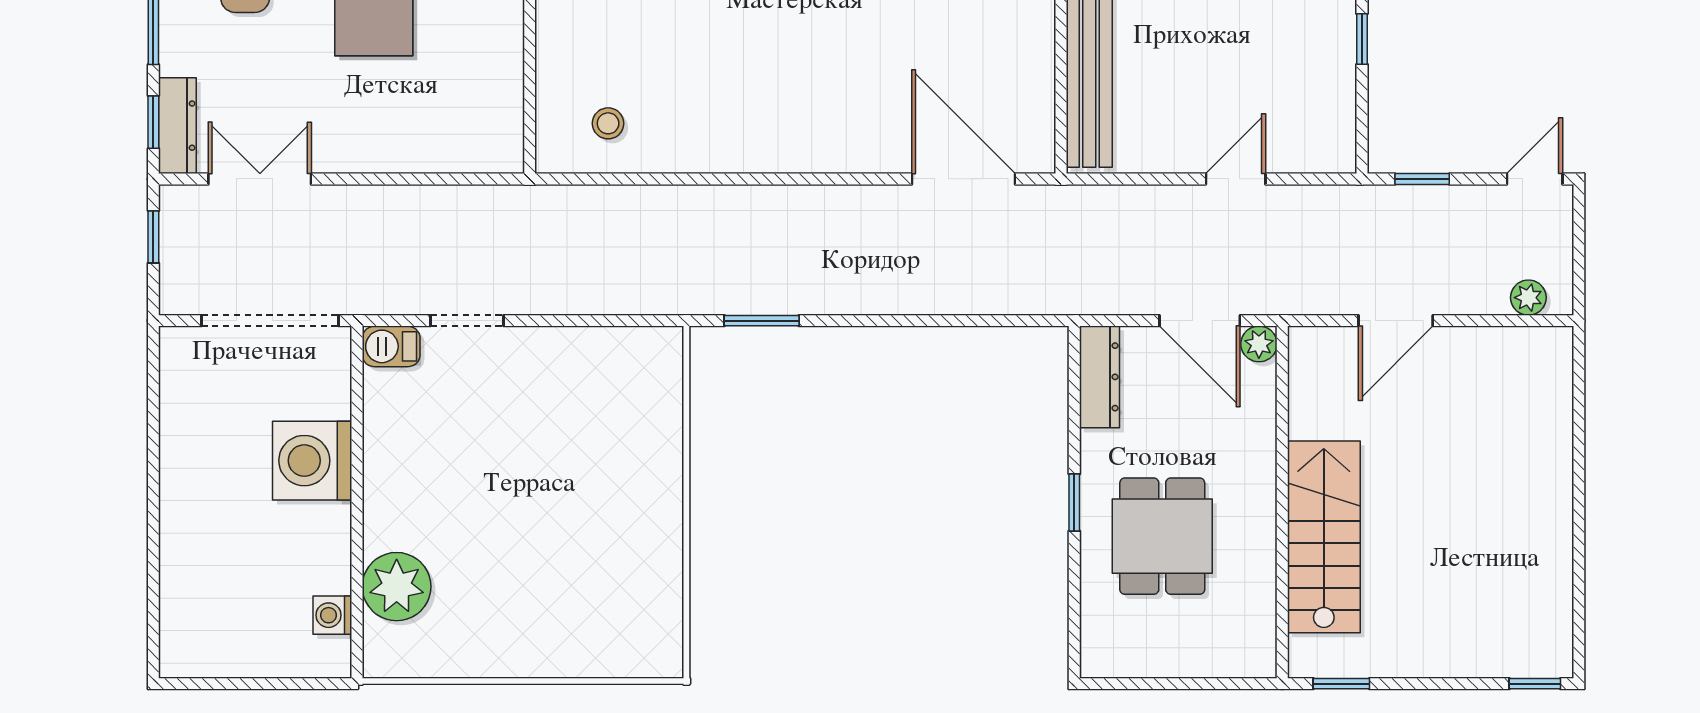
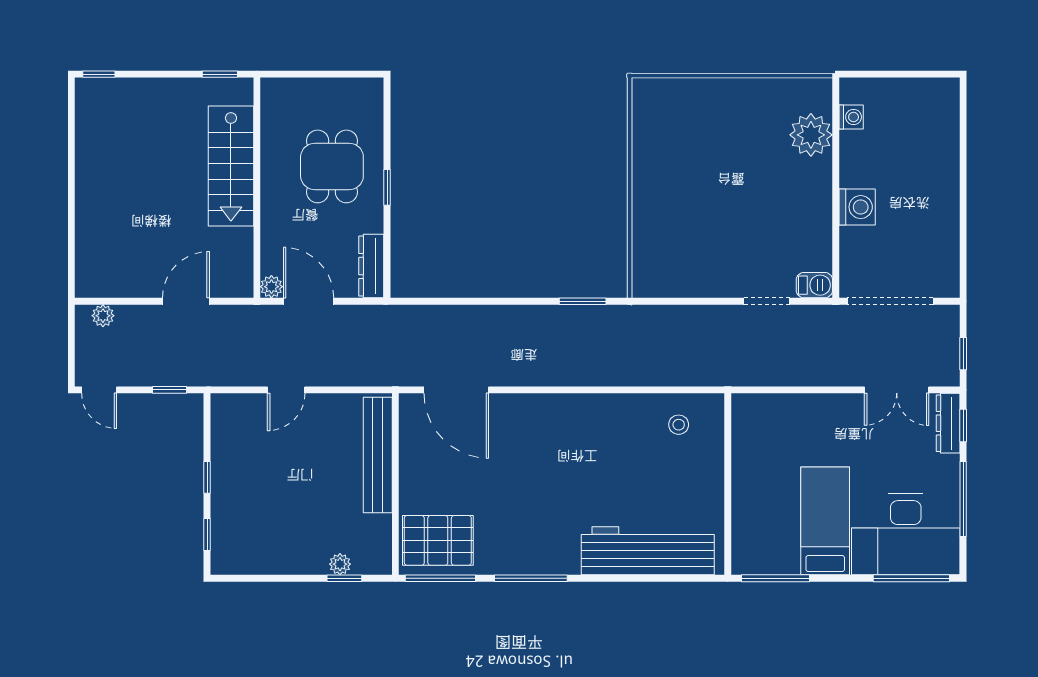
door: (1535, 179) -> (99, 390), hinge flipped
washing machine: (312, 461) -> (857, 207), width x0.73, depth x0.73

